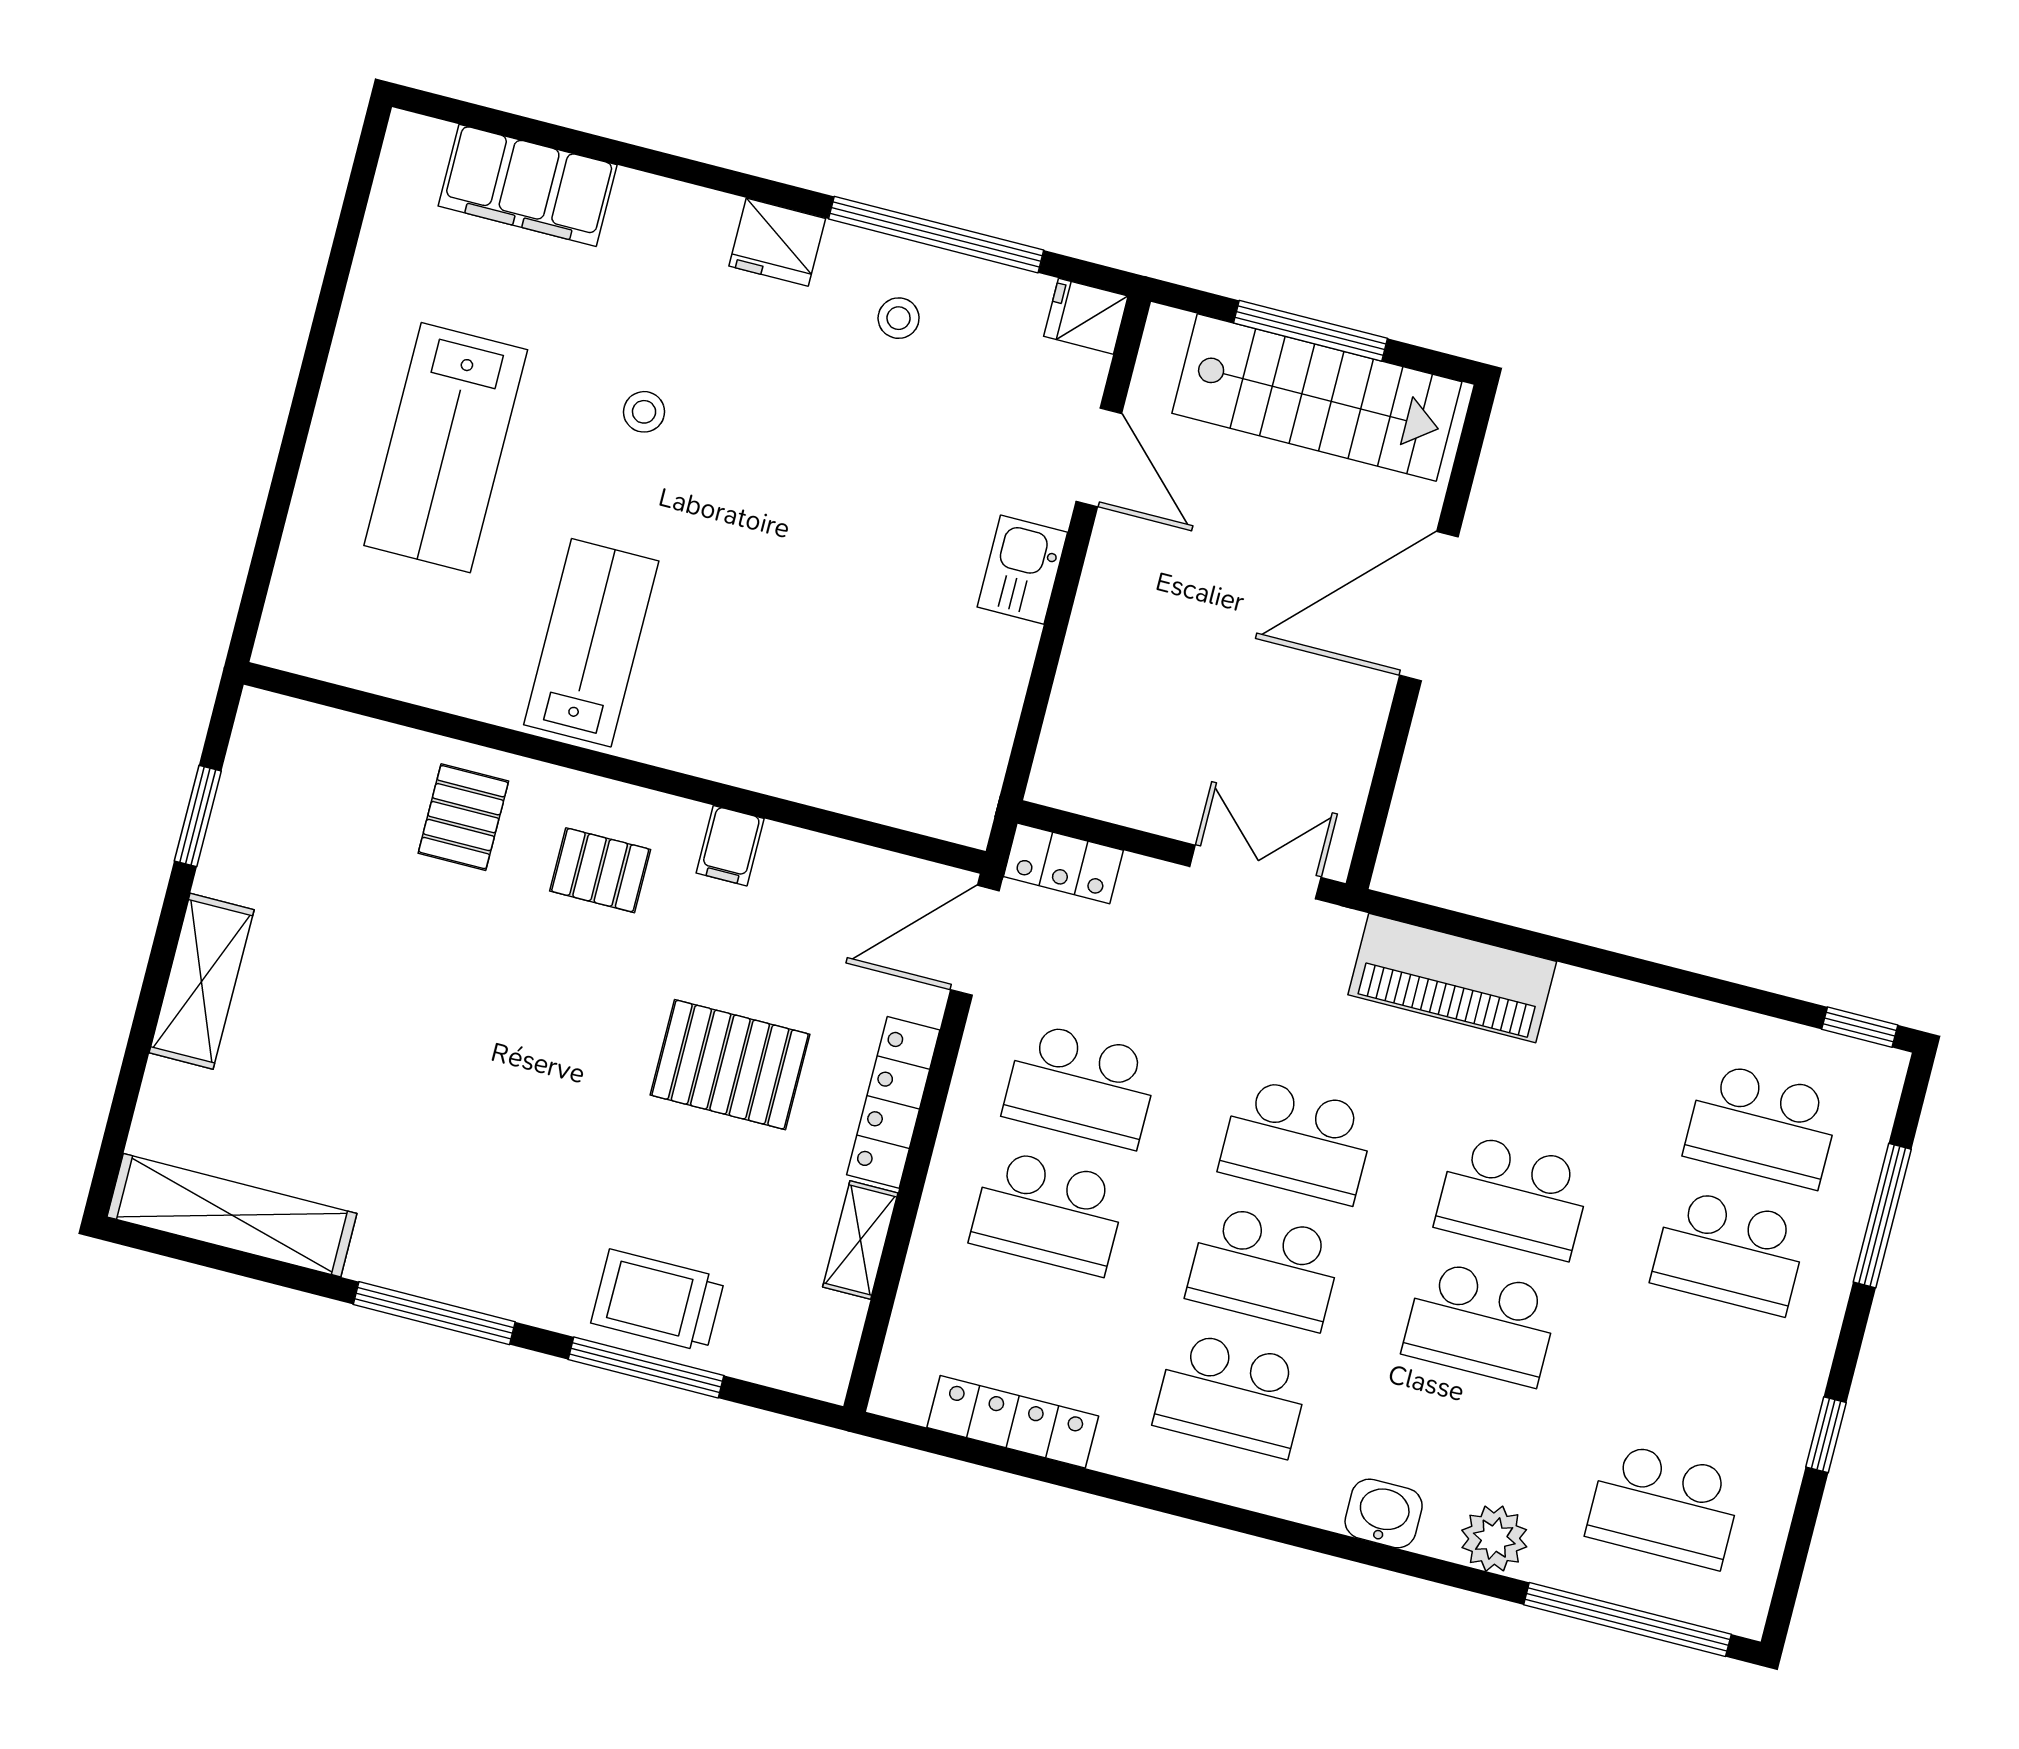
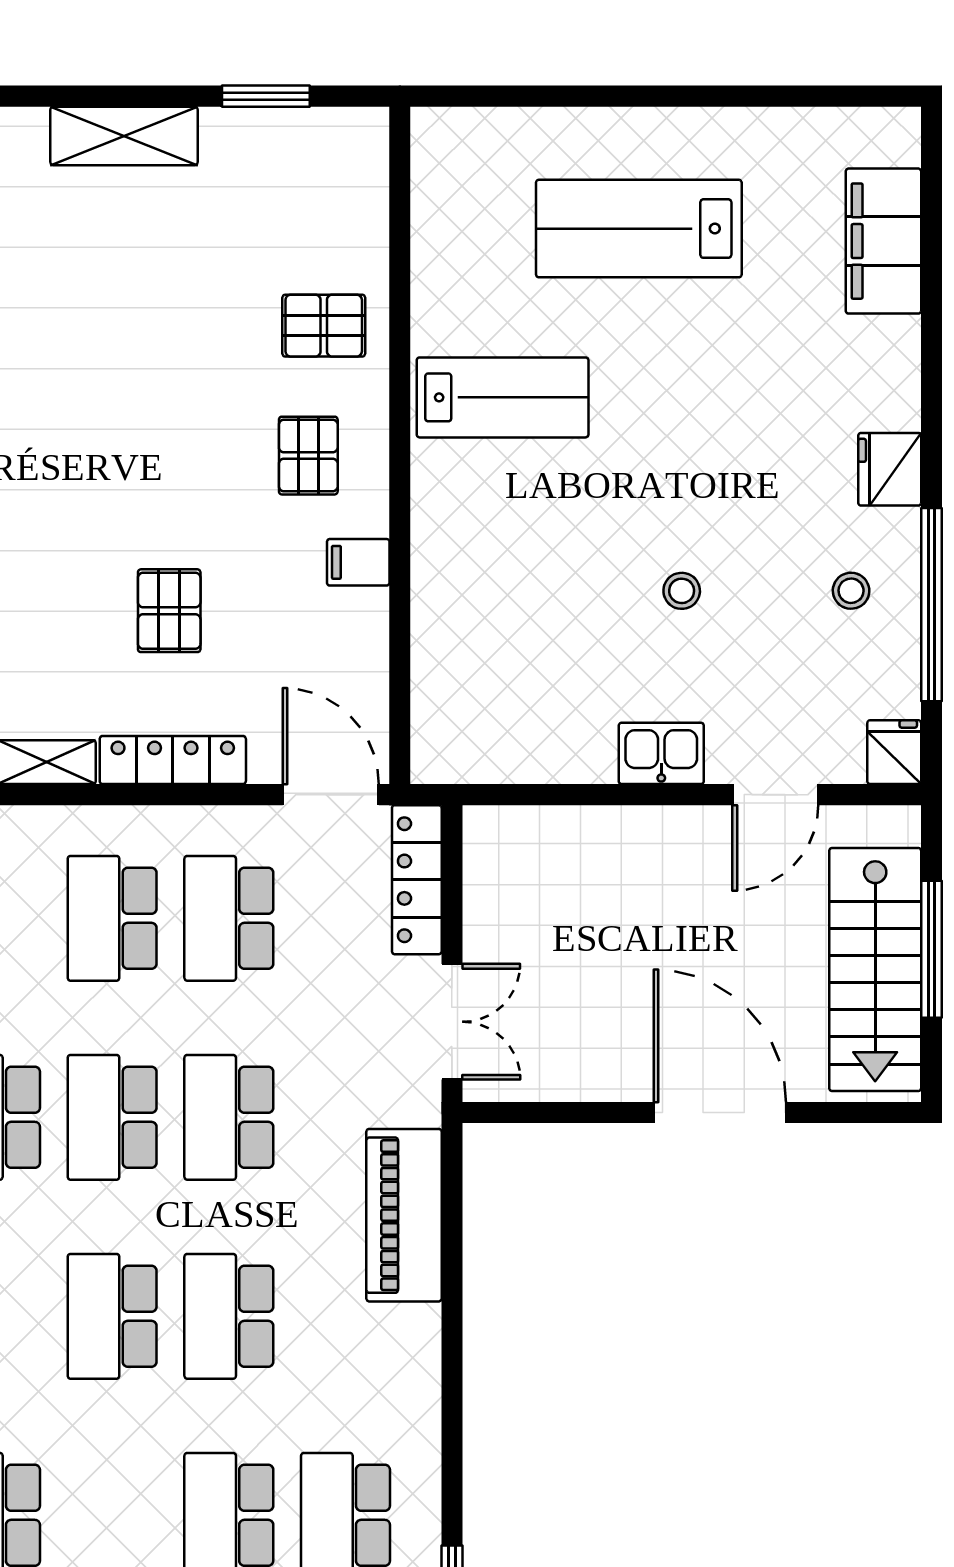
stool: (644, 412) -> (682, 591), moved
locker: (1063, 863) -> (417, 880), width x1.53
pallet: (730, 1065) -> (169, 611), width x0.67, depth x0.71

